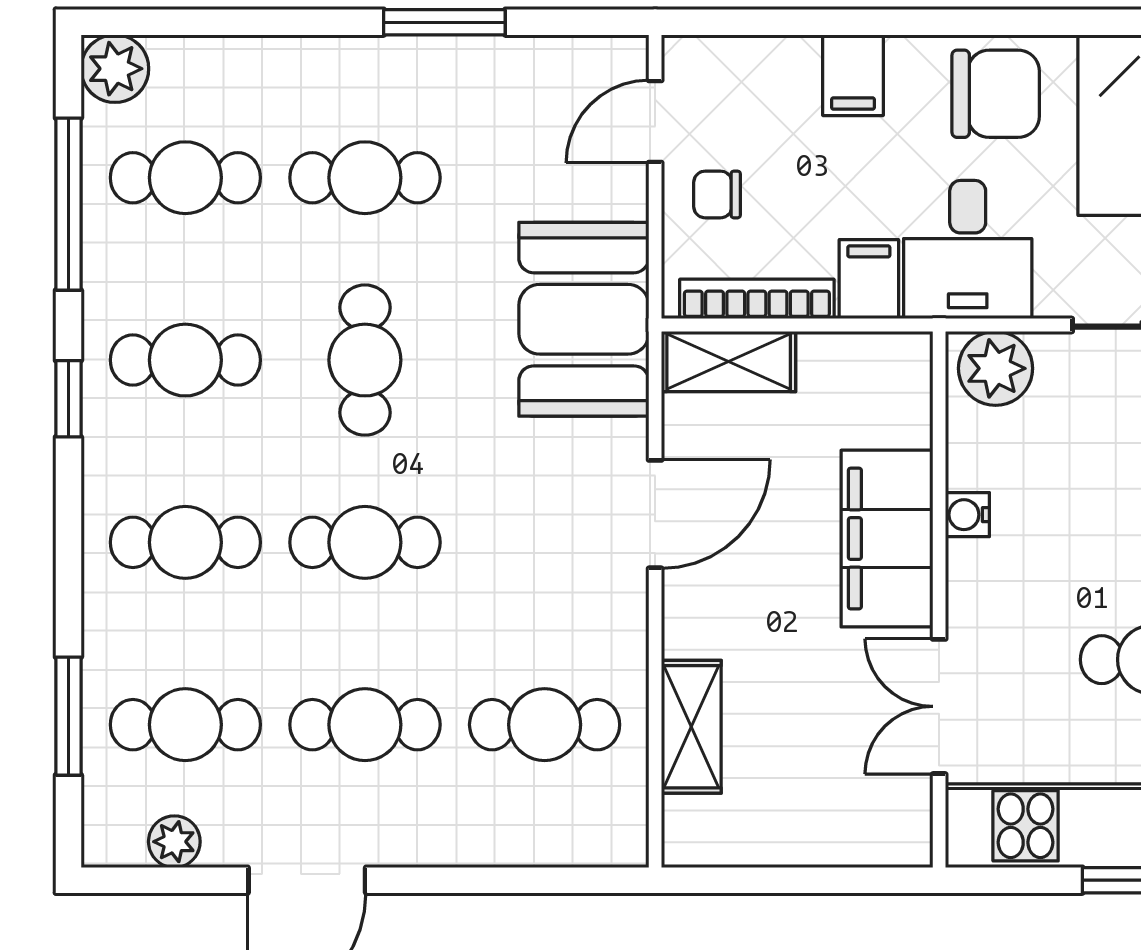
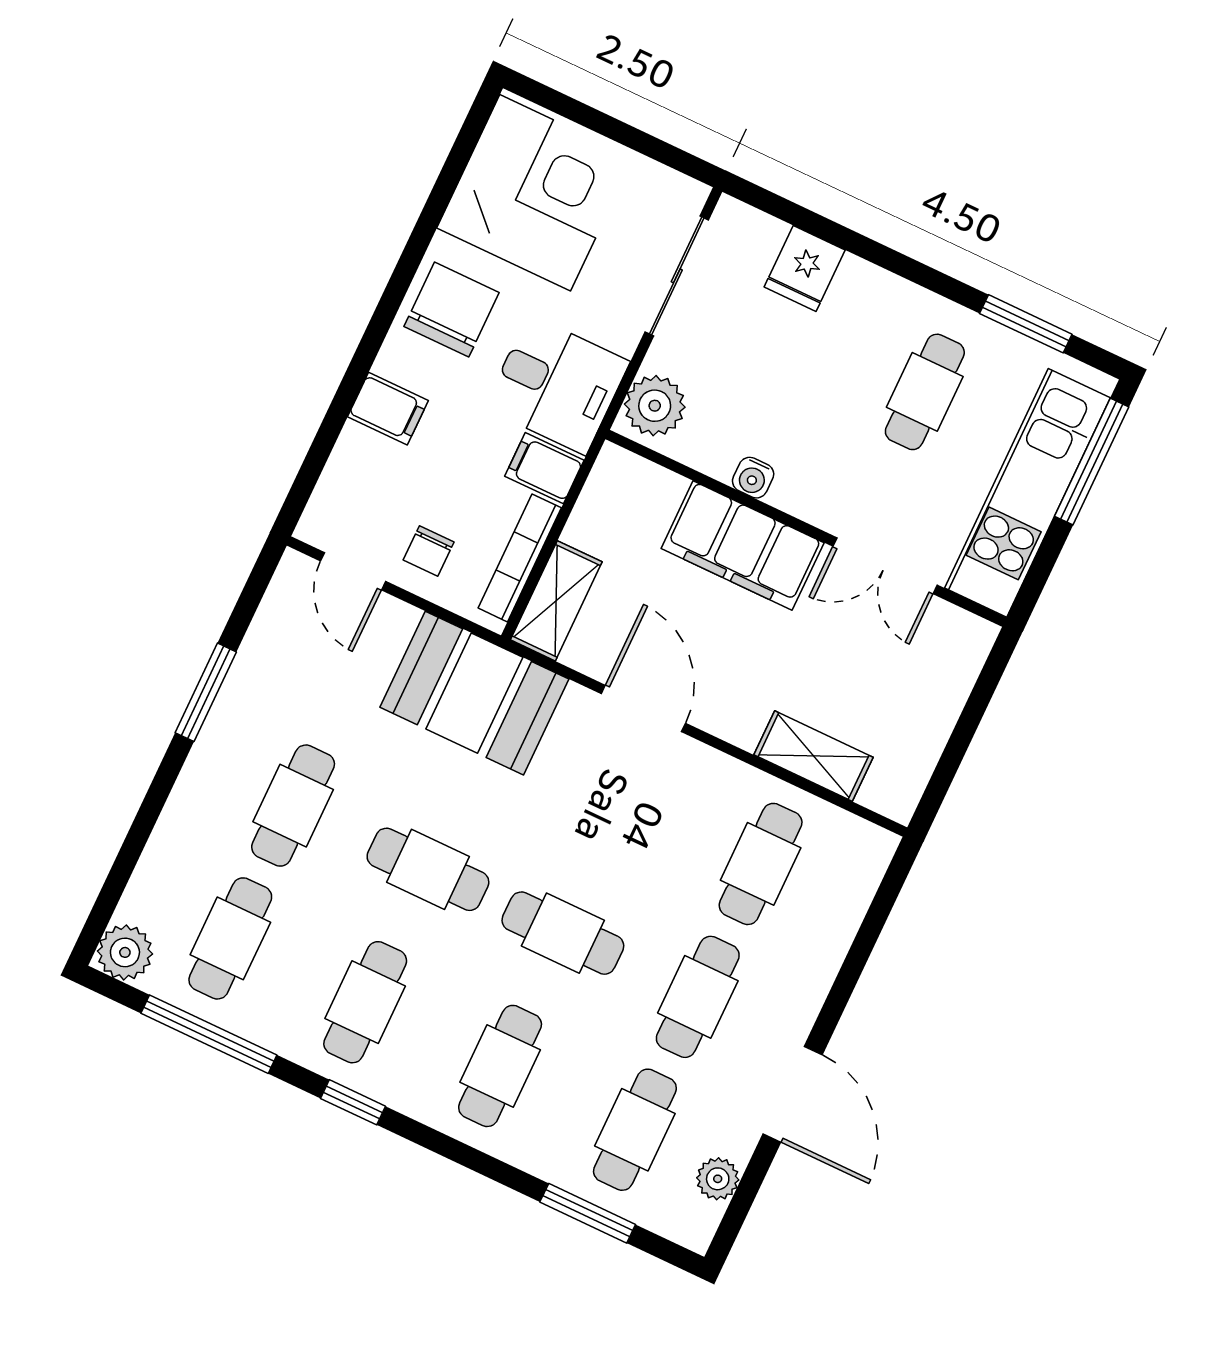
cafe table: (365, 542) -> (563, 933), turned 90

